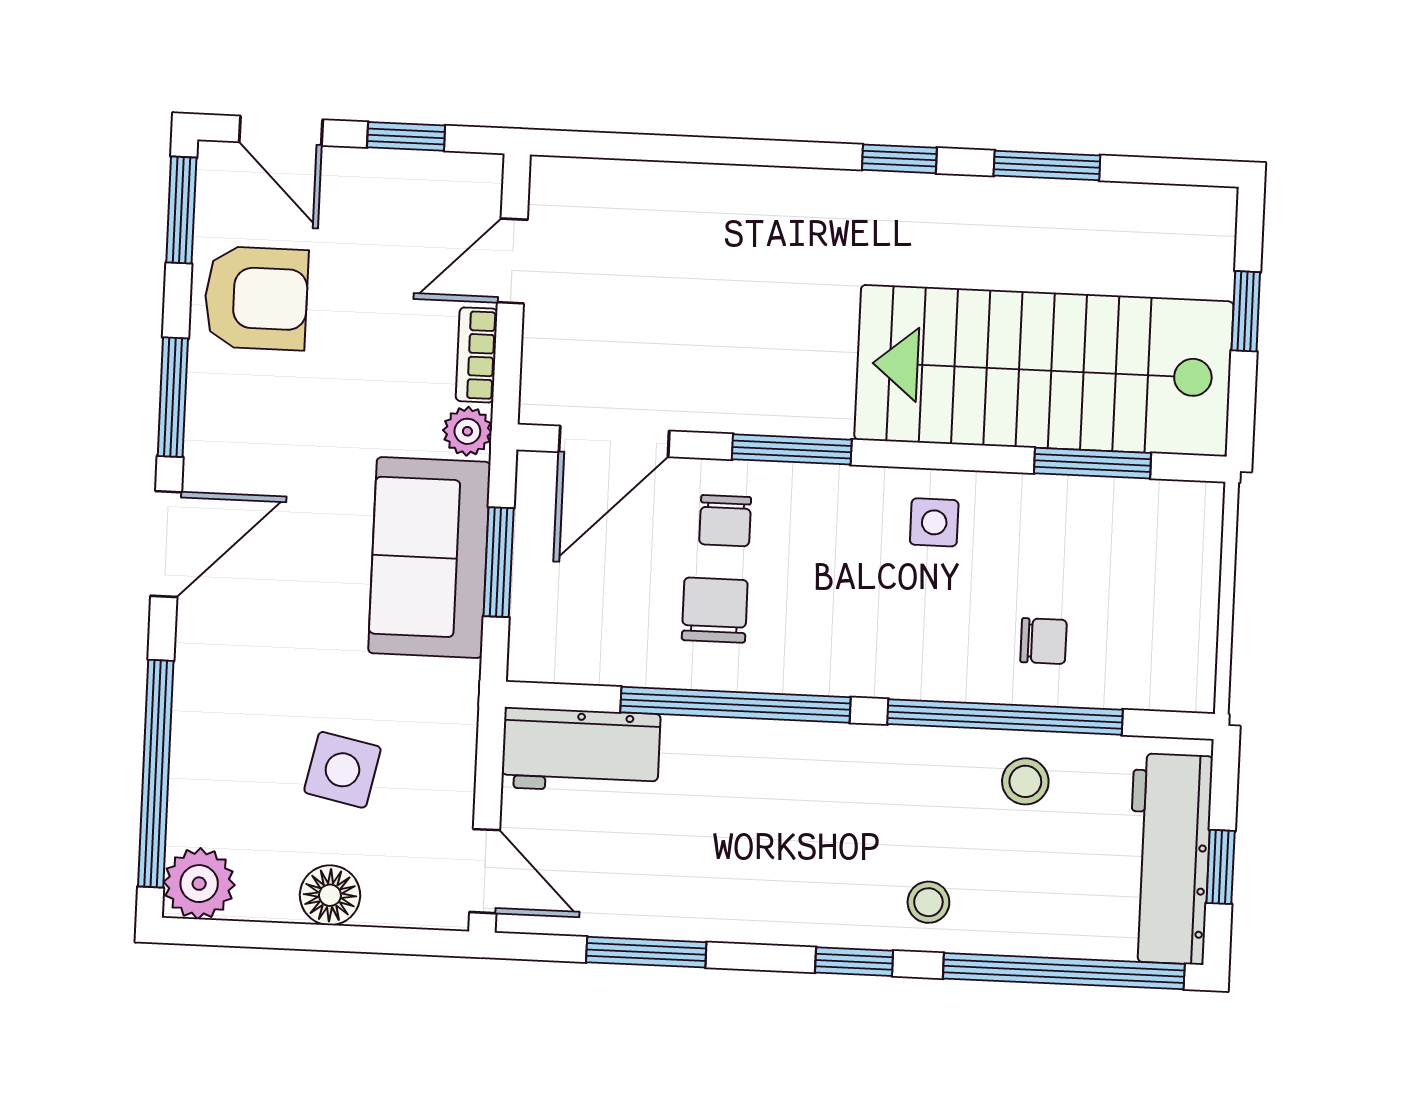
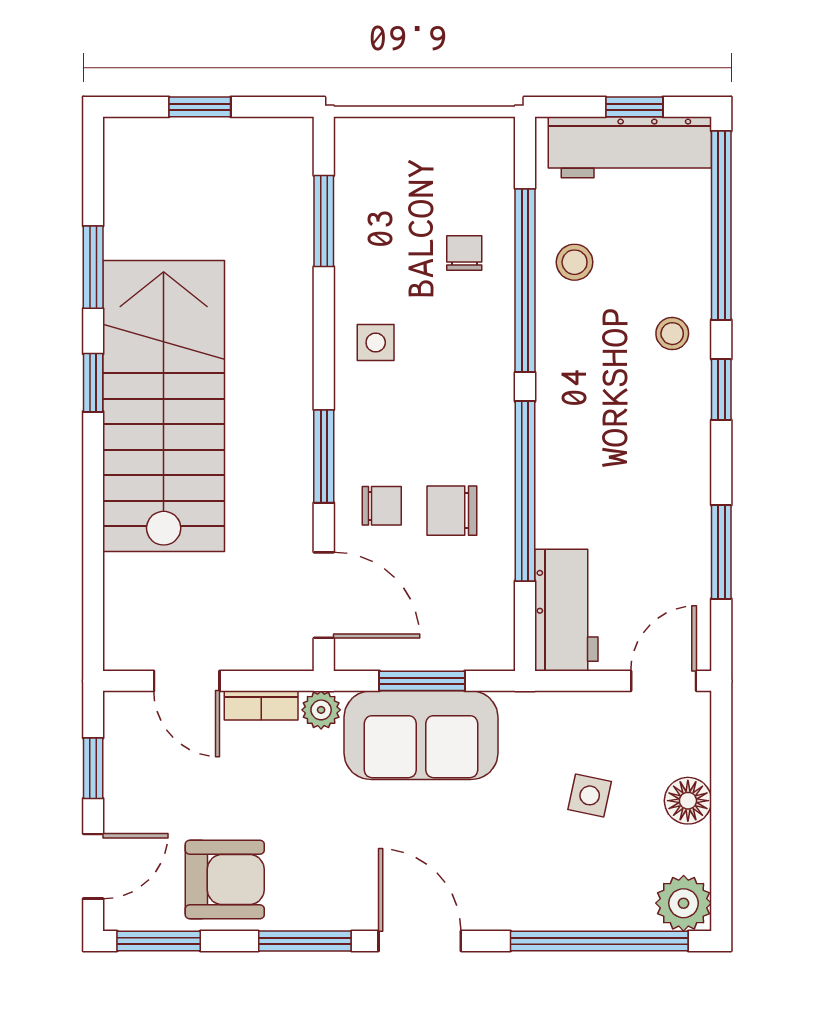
armchair: (256, 298) -> (225, 880), turned 90
stairs: (1044, 371) -> (164, 406), moved, turned 180
side table: (342, 770) -> (590, 795), width x0.73, depth x0.73

